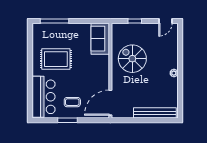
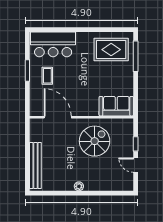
door: (165, 21) -> (136, 165), moved
rug: (56, 59) -> (111, 50), moved, turned 90
door: (110, 103) -> (58, 117), moved

